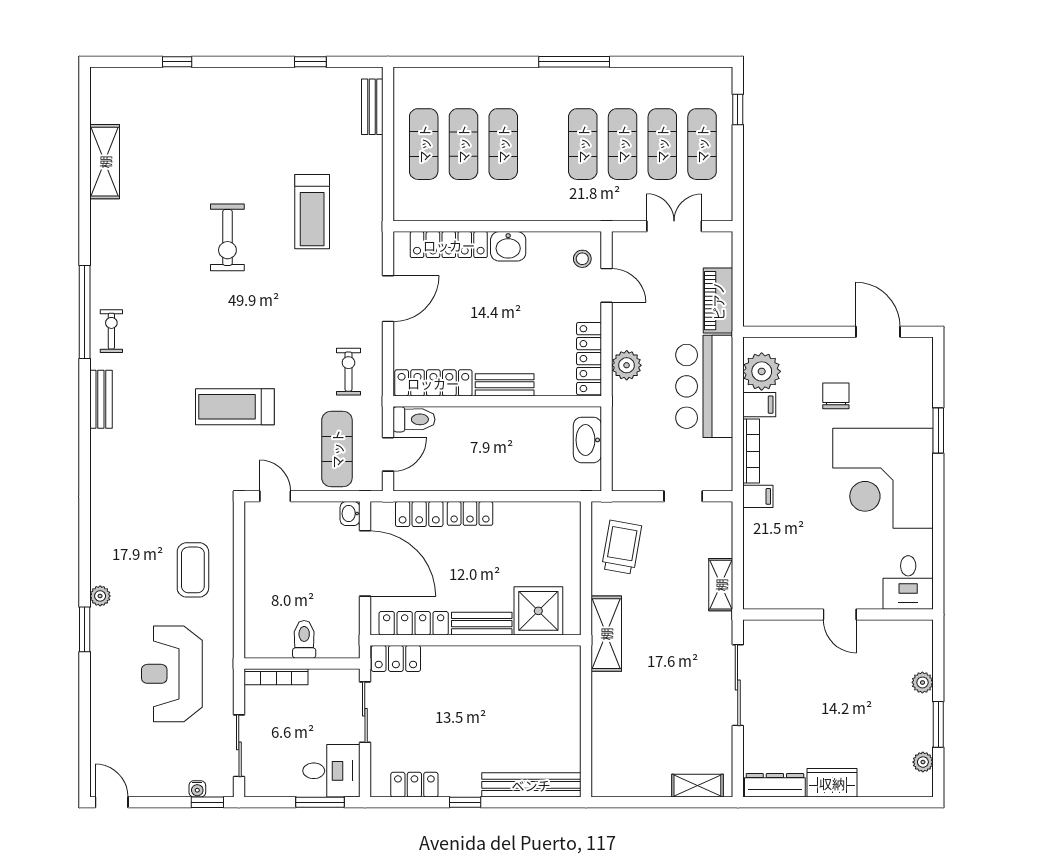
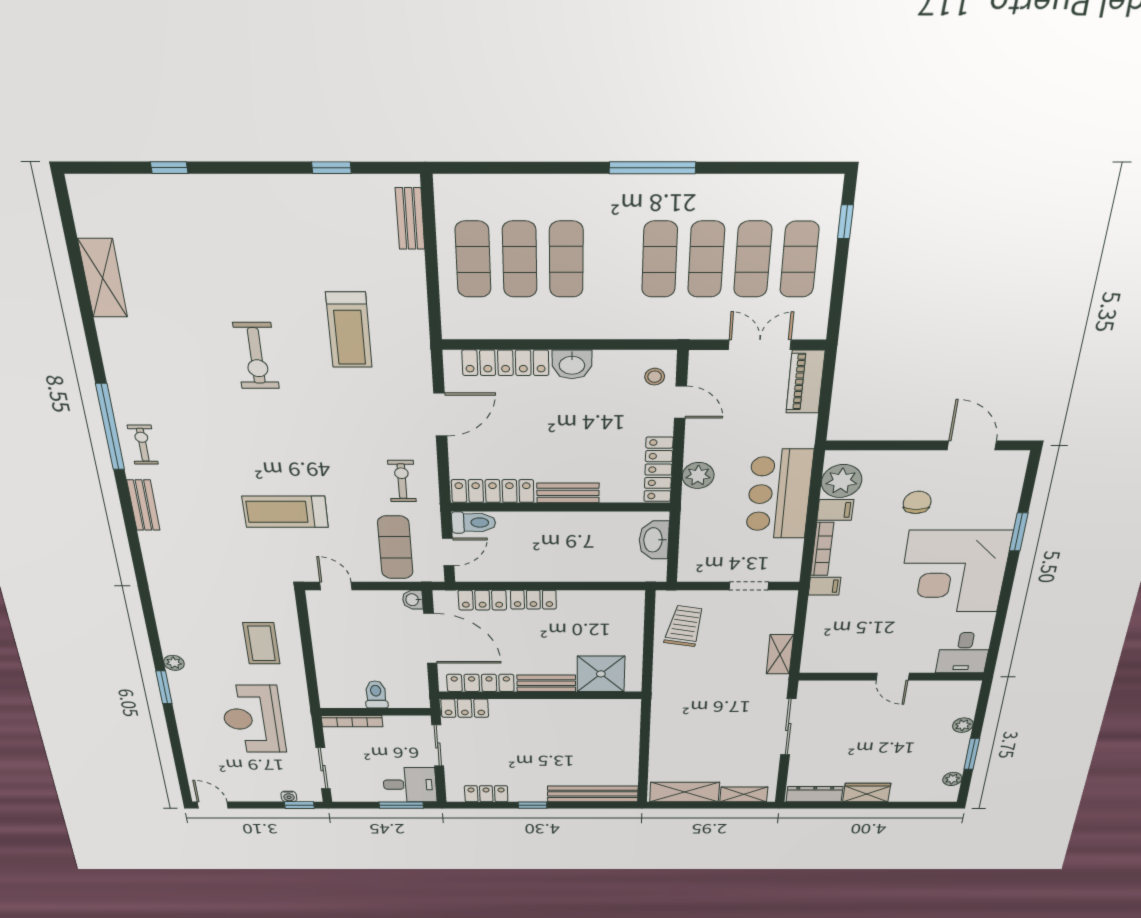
piano: (718, 301) -> (805, 382), moved
shelving: (606, 634) -> (684, 792), moved, turned 90

